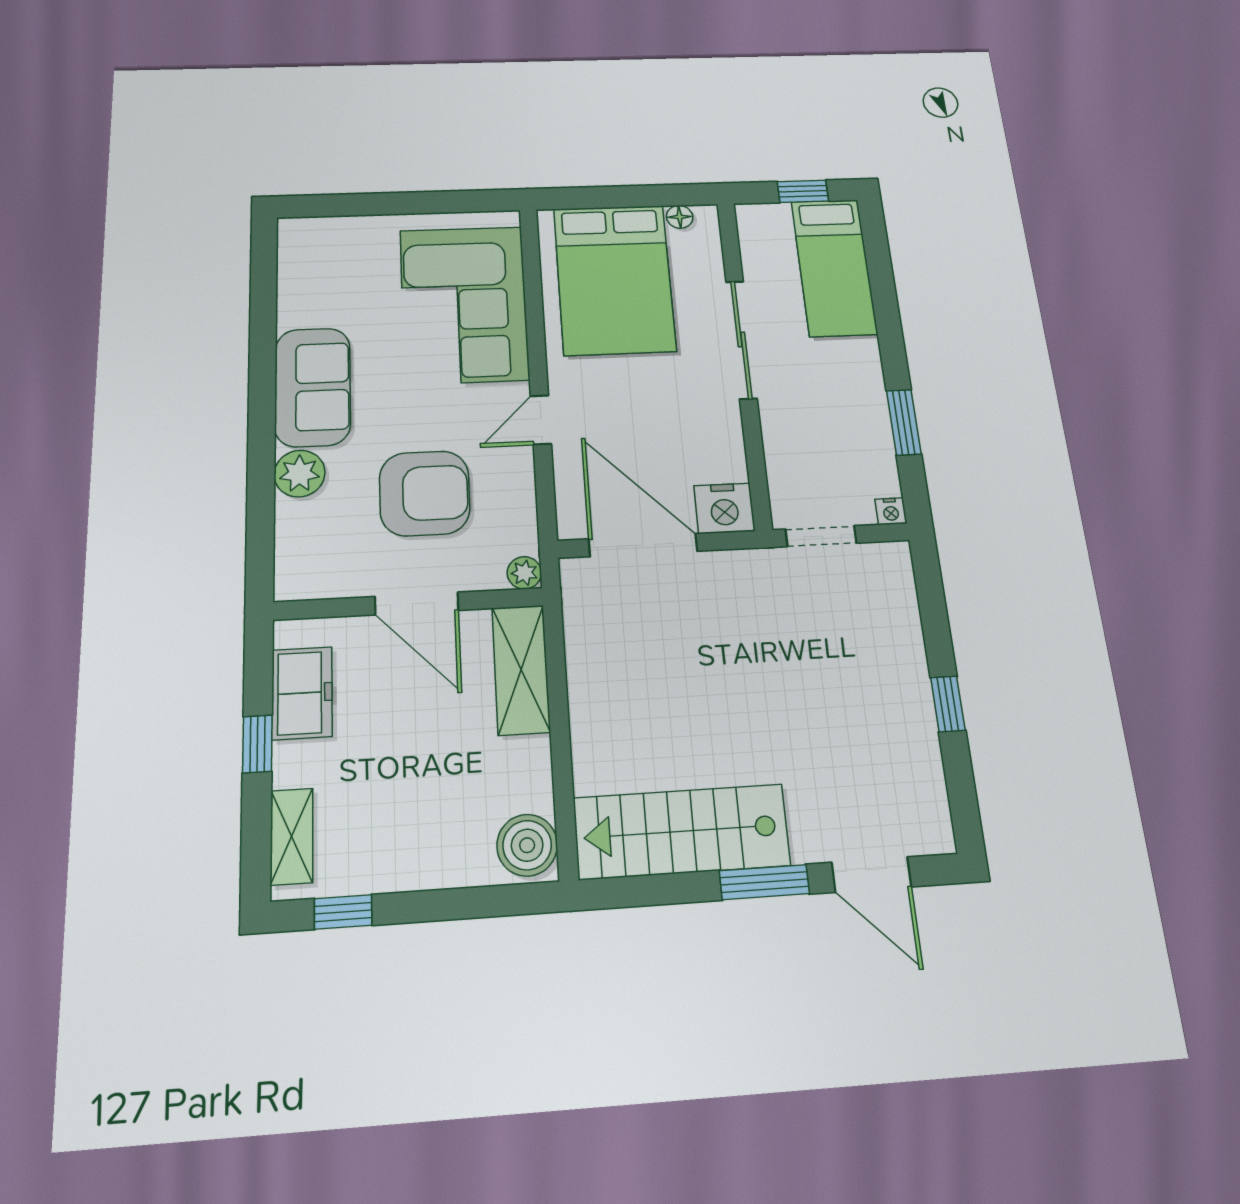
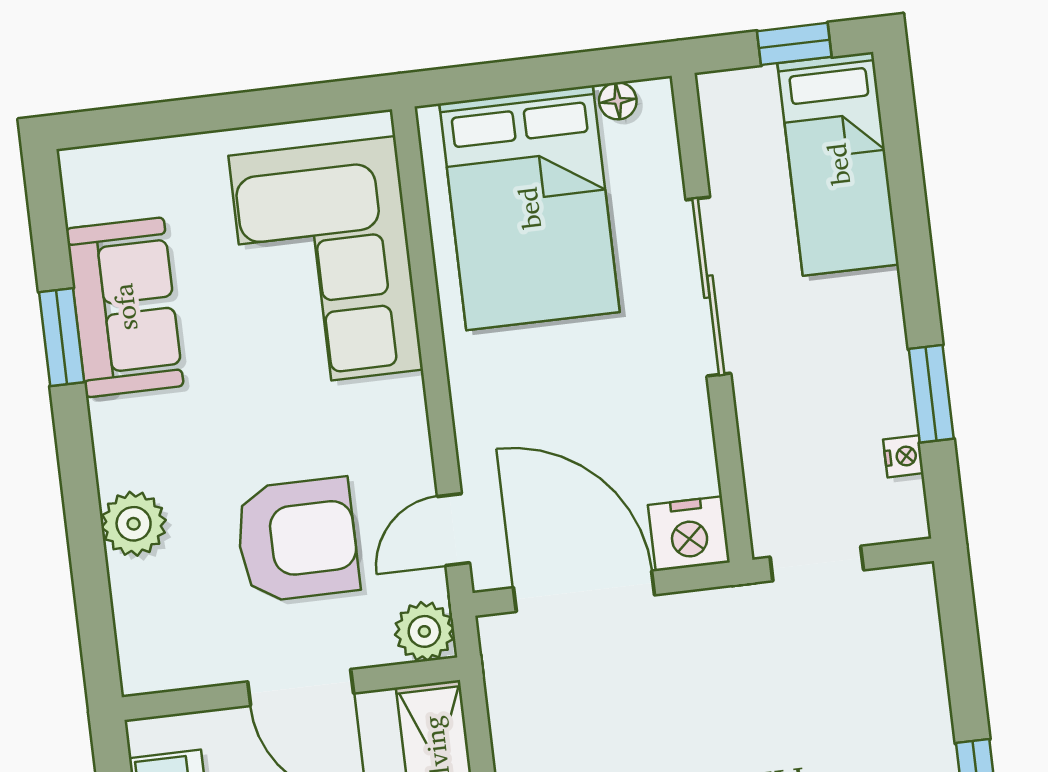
window: (263, 340) -> (62, 337), added
sofa: (313, 387) -> (125, 307), moved
door: (541, 420) -> (454, 530), moved
nightstand: (891, 511) -> (903, 456), moved, turned -90
plant: (524, 573) -> (424, 631), width x1.38, depth x1.38

